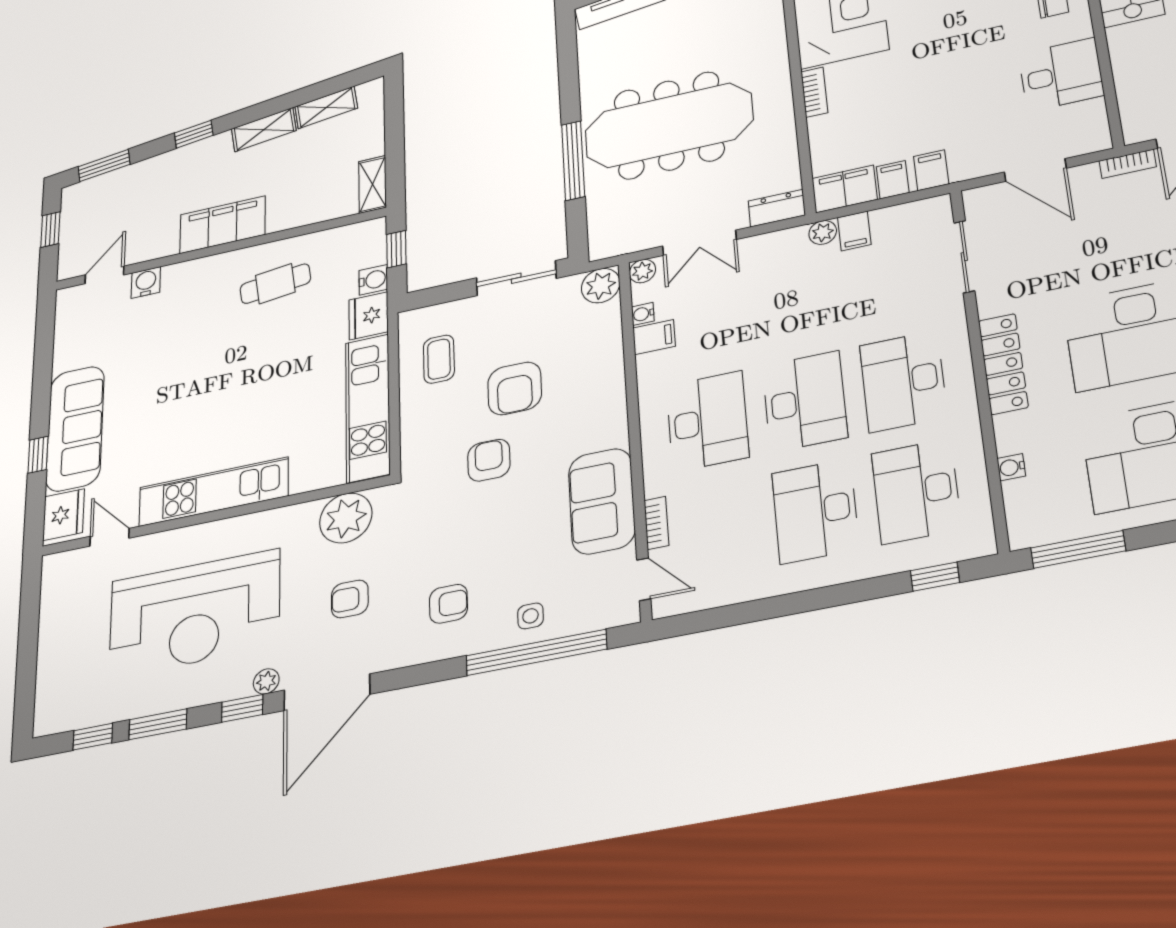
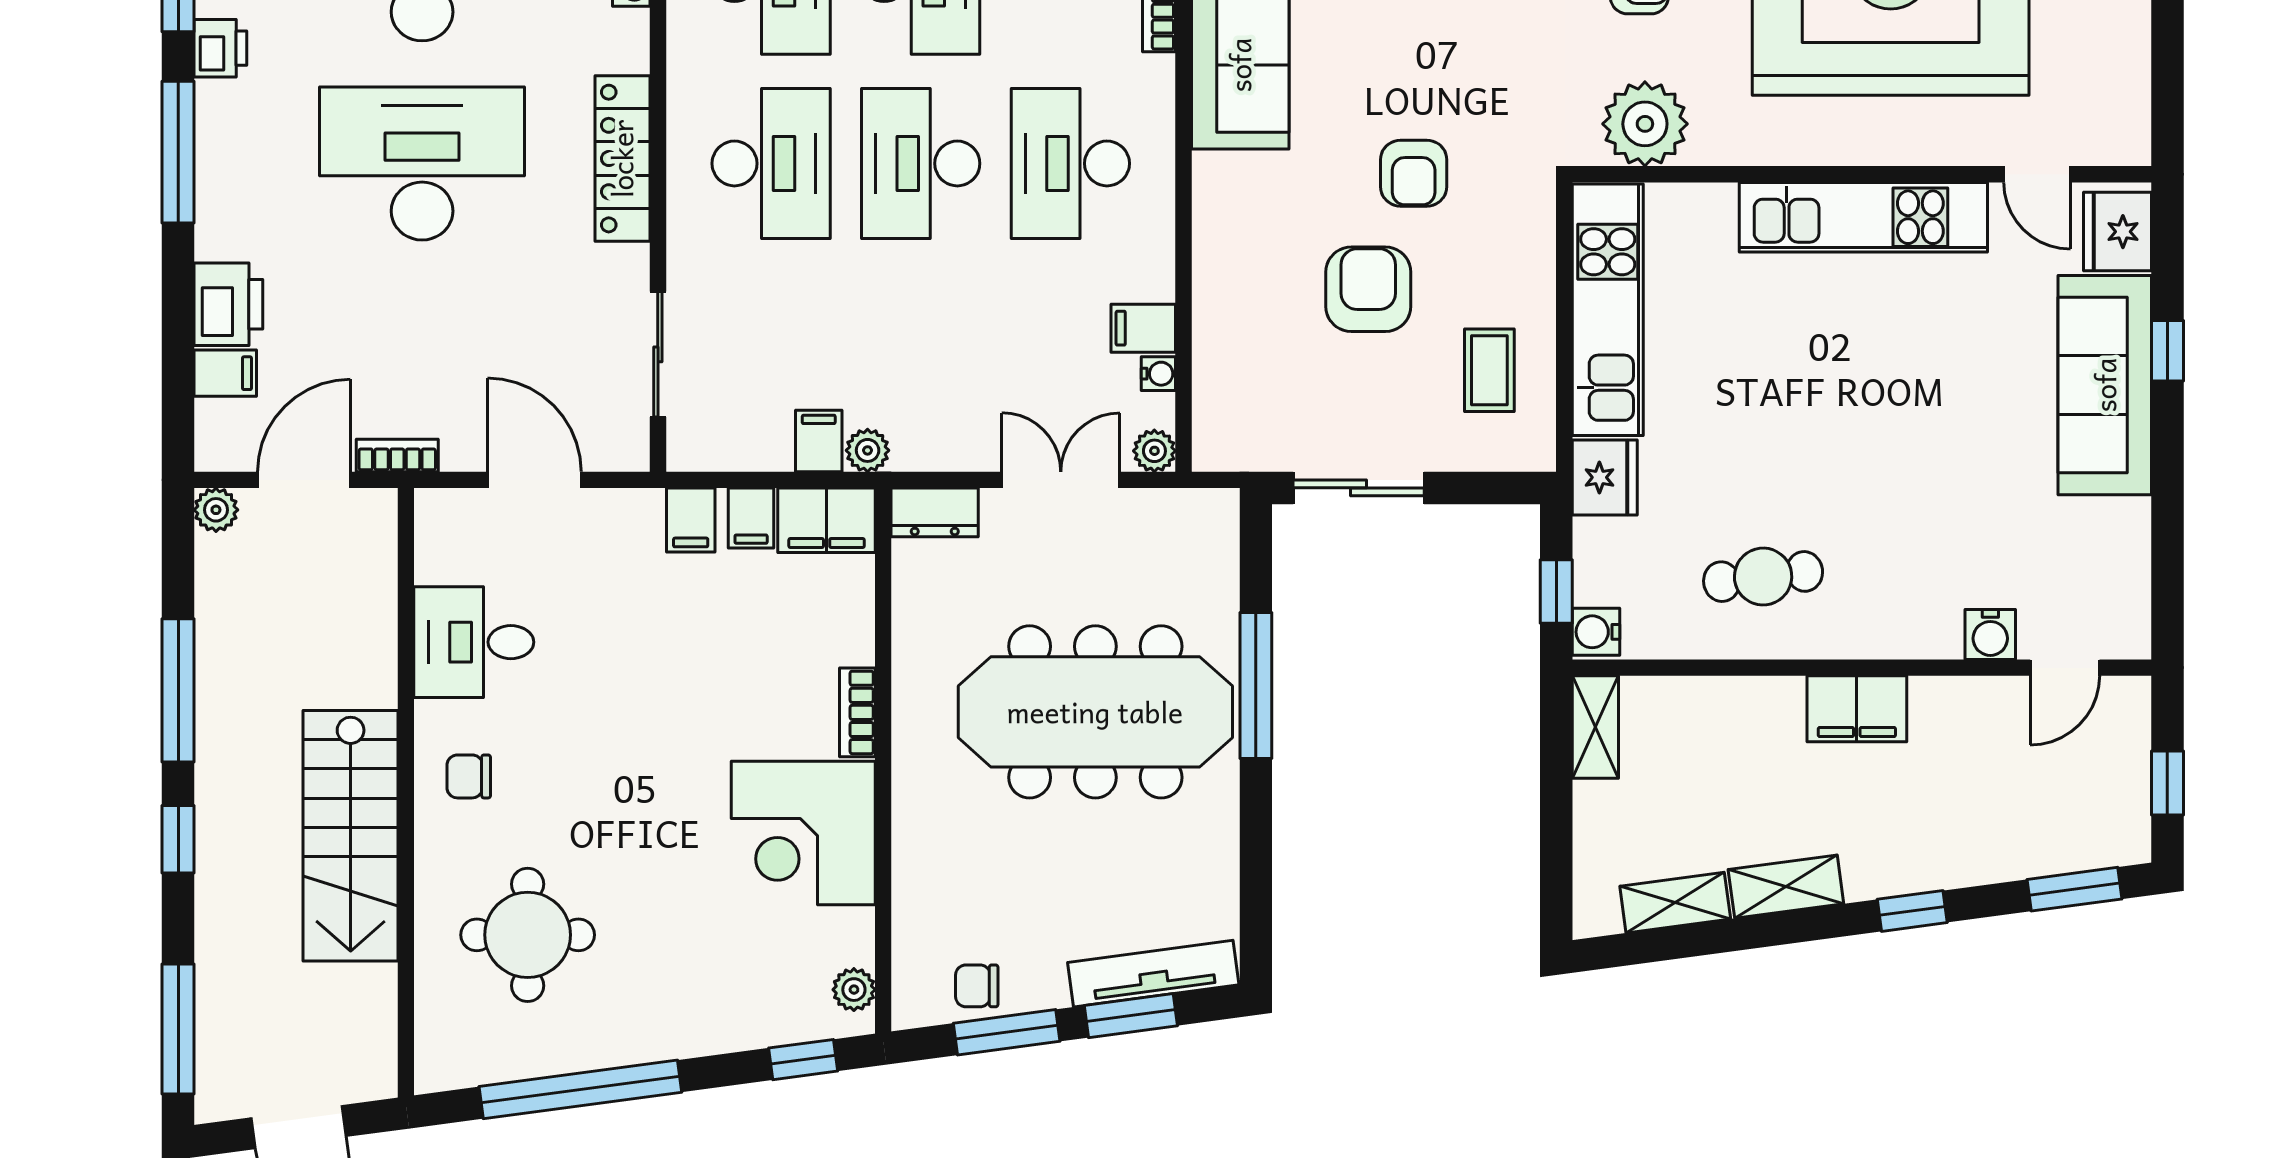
filing cabinet: (223, 225) -> (1857, 709), width x0.67, depth x0.86
water cooler: (373, 280) -> (1596, 632), moved
plant: (601, 286) -> (1223, 441), removed

